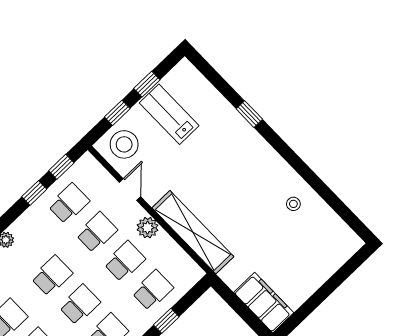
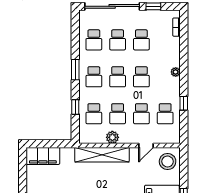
window: (117, 113) -> (184, 172), removed
window: (61, 167) -> (184, 126), removed
door: (130, 189) -> (146, 145), hinge flipped
plant: (148, 228) -> (112, 137), moved

